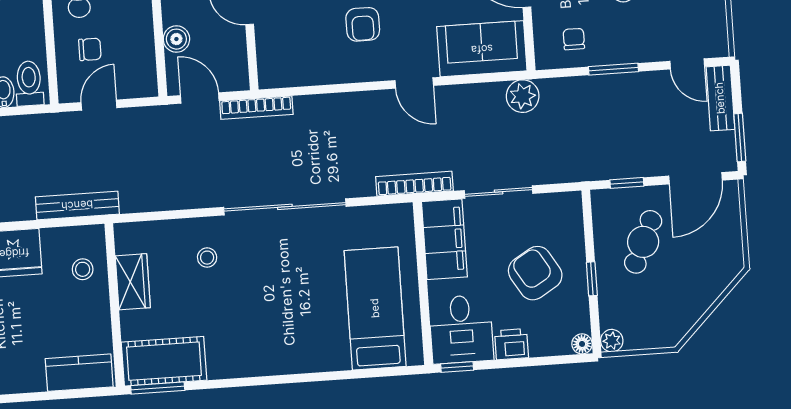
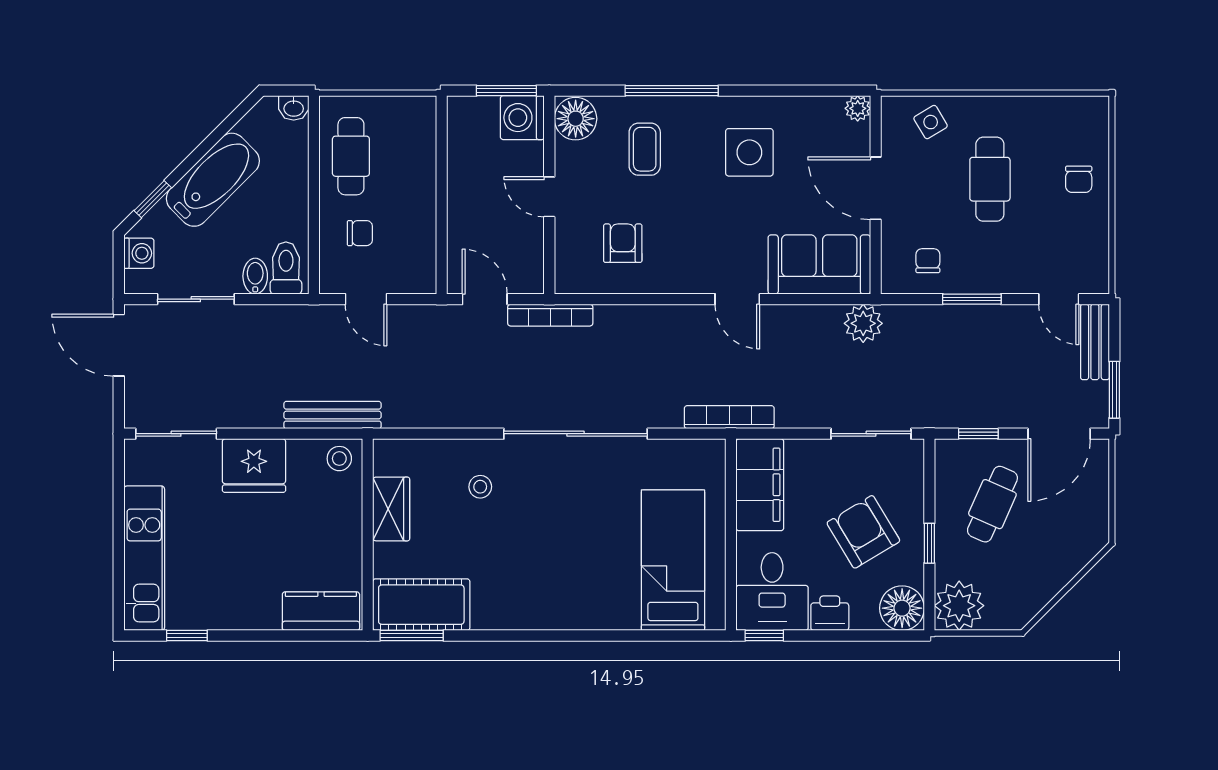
armchair: (363, 24) -> (623, 243), moved, turned 180
boiler: (176, 39) -> (462, 228), removed
door: (99, 105) -> (366, 299), swing flipped
sliding door: (499, 192) -> (871, 434), moved
stool: (83, 269) -> (339, 459), moved
plant: (612, 341) -> (959, 606), width x1.88, depth x1.88
floor lamp: (582, 344) -> (902, 608), width x1.89, depth x1.89

